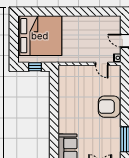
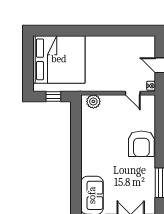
plant: (69, 71) -> (93, 101), added
armchair: (109, 107) -> (141, 144), turned -90

